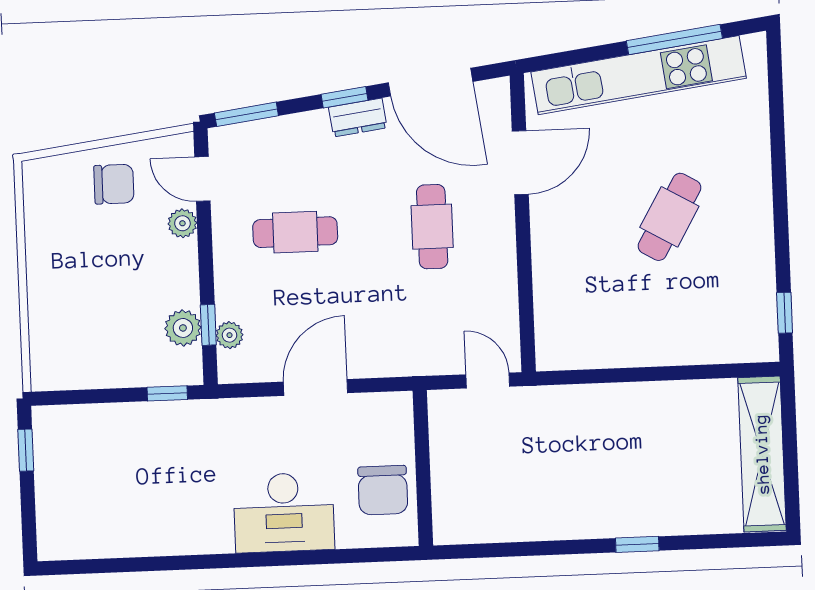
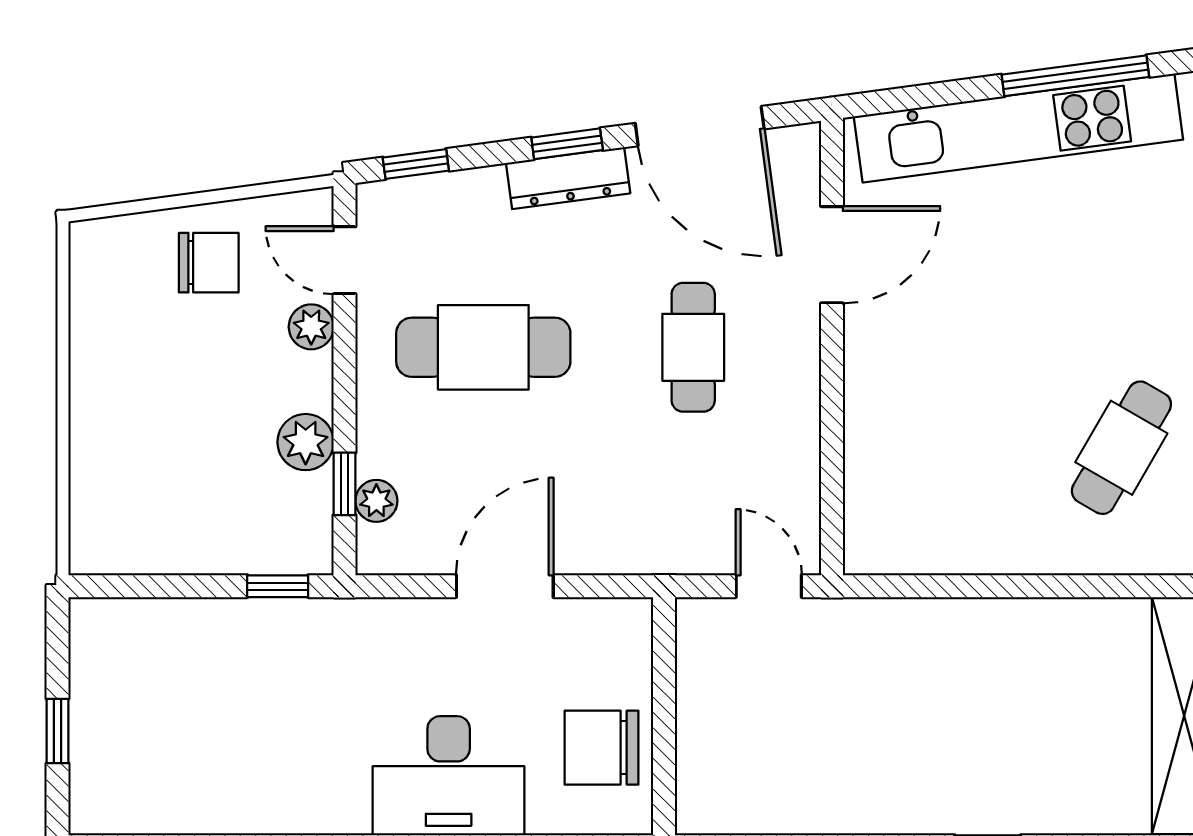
window: (246, 114) -> (416, 164), width x0.67
dresser: (358, 118) -> (568, 178), width x1.44
cafe table: (669, 217) -> (1121, 448), moved
cafe table: (295, 232) -> (483, 347), width x1.37, depth x1.35
plant: (183, 328) -> (306, 442), moved
window: (26, 450) -> (58, 731), moved
chair: (383, 490) -> (601, 748), turned 90

